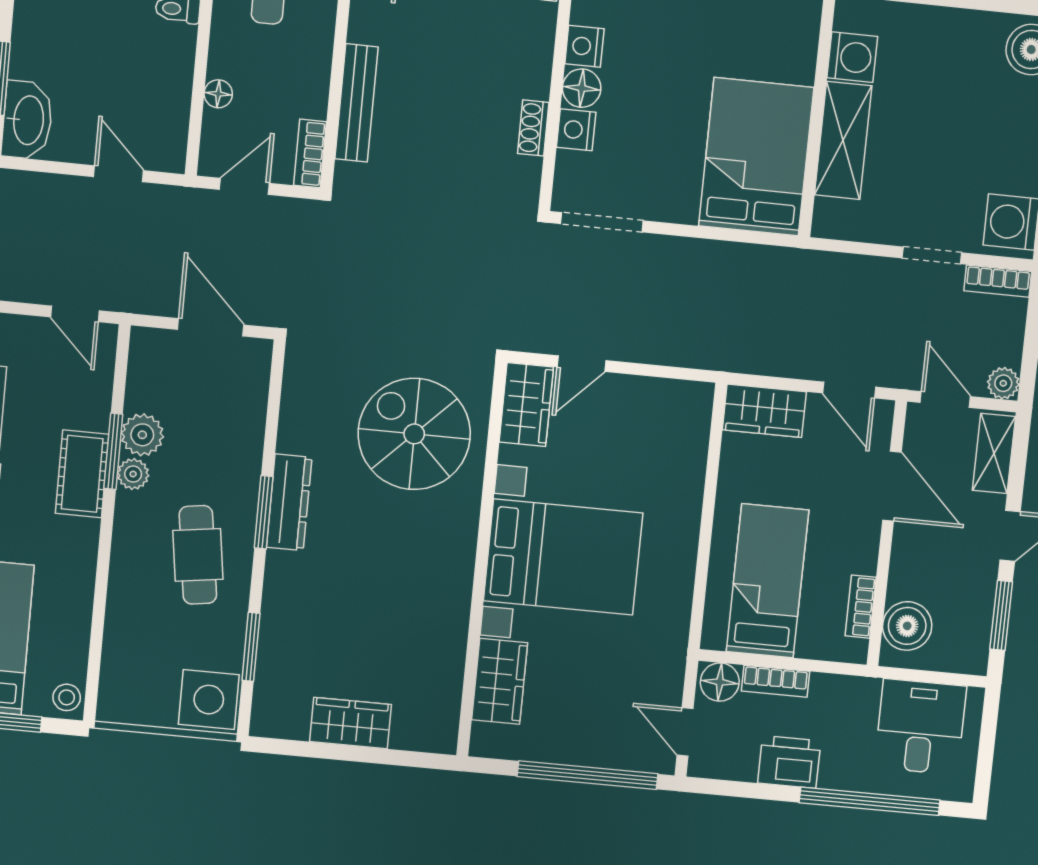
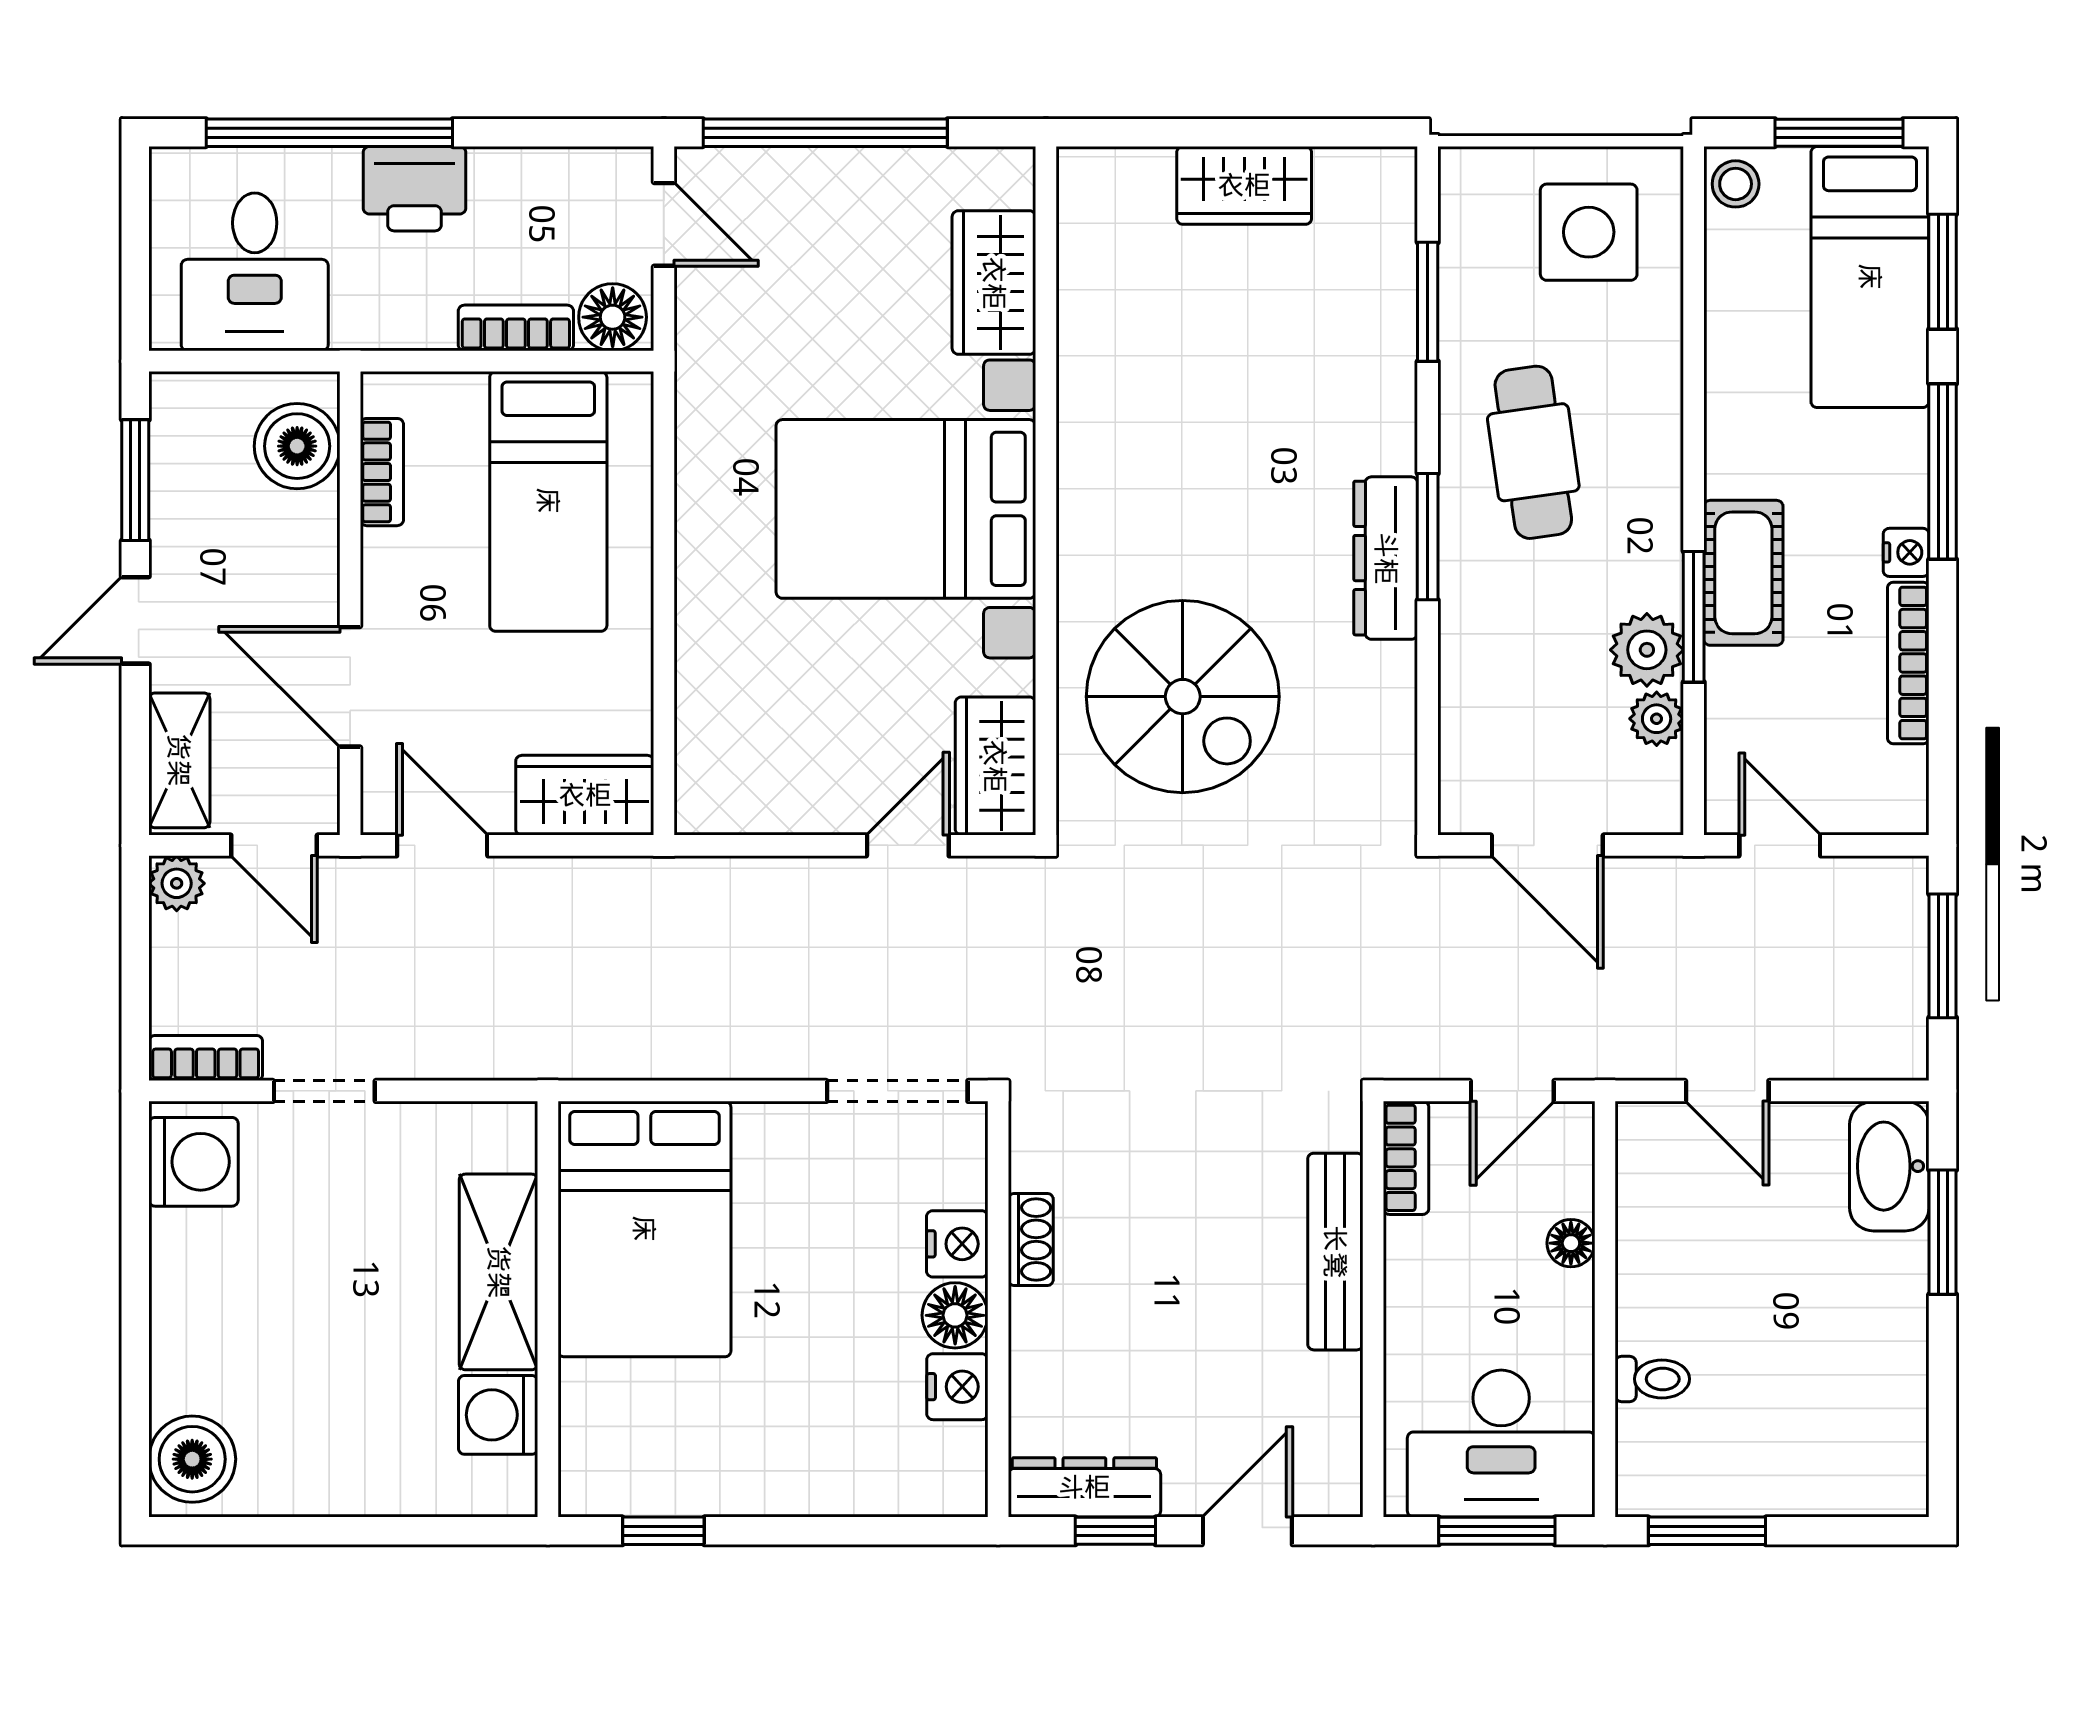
plant: (133, 474) -> (1657, 719), moved
side table: (209, 700) -> (1589, 232), moved
printer: (789, 762) -> (415, 189), moved

